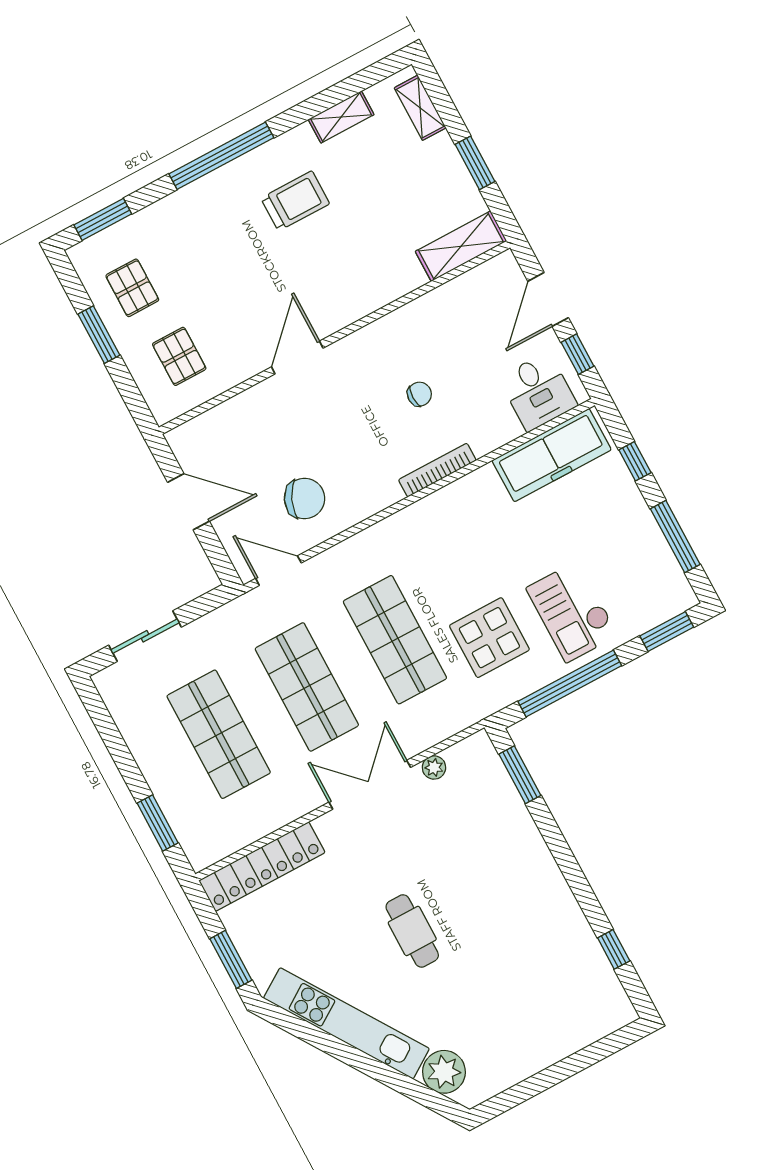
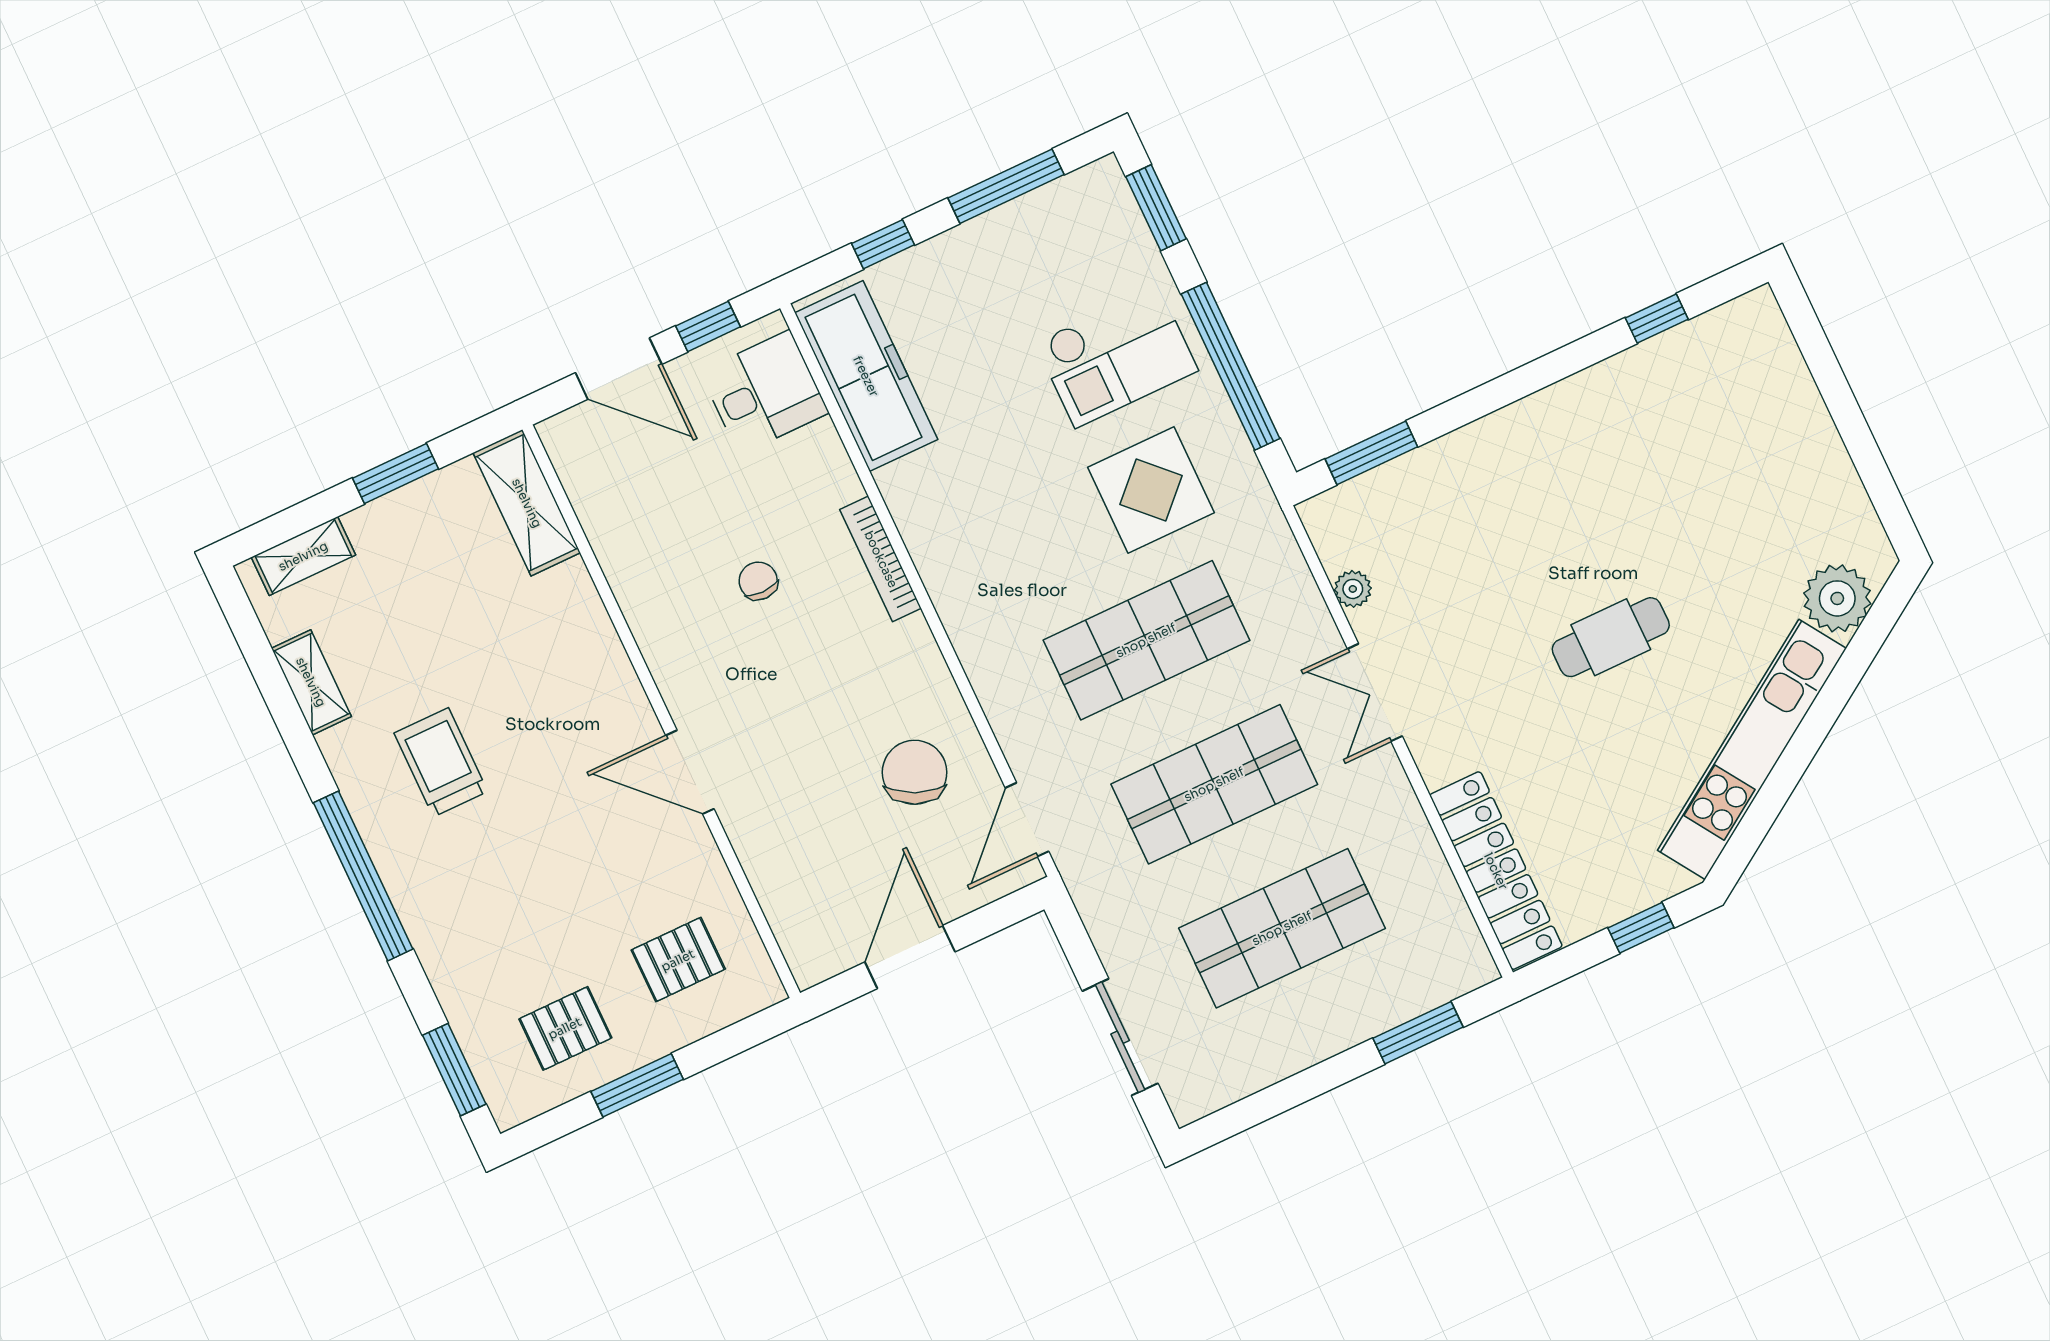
double door: (370, 785) -> (1375, 692), width x0.73
window: (231, 959) -> (1641, 928), width x0.67

